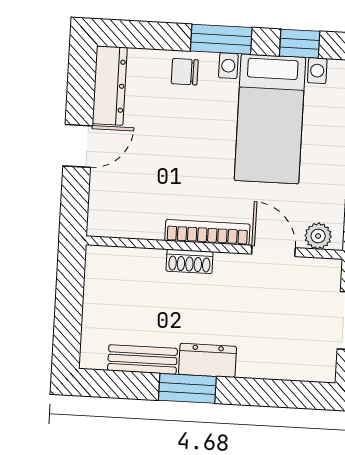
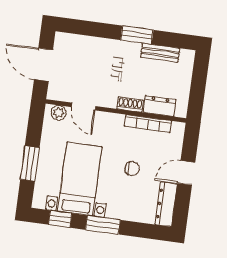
chair: (185, 72) -> (132, 169), moved
bookcase: (207, 232) -> (148, 124), moved
dresser: (207, 360) -> (160, 106), moved, turned 180

